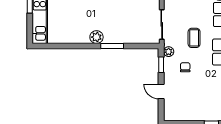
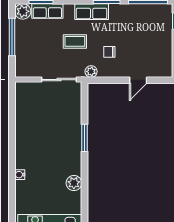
plant: (96, 37) -> (74, 183), moved
window: (161, 65) -> (107, 80), removed

